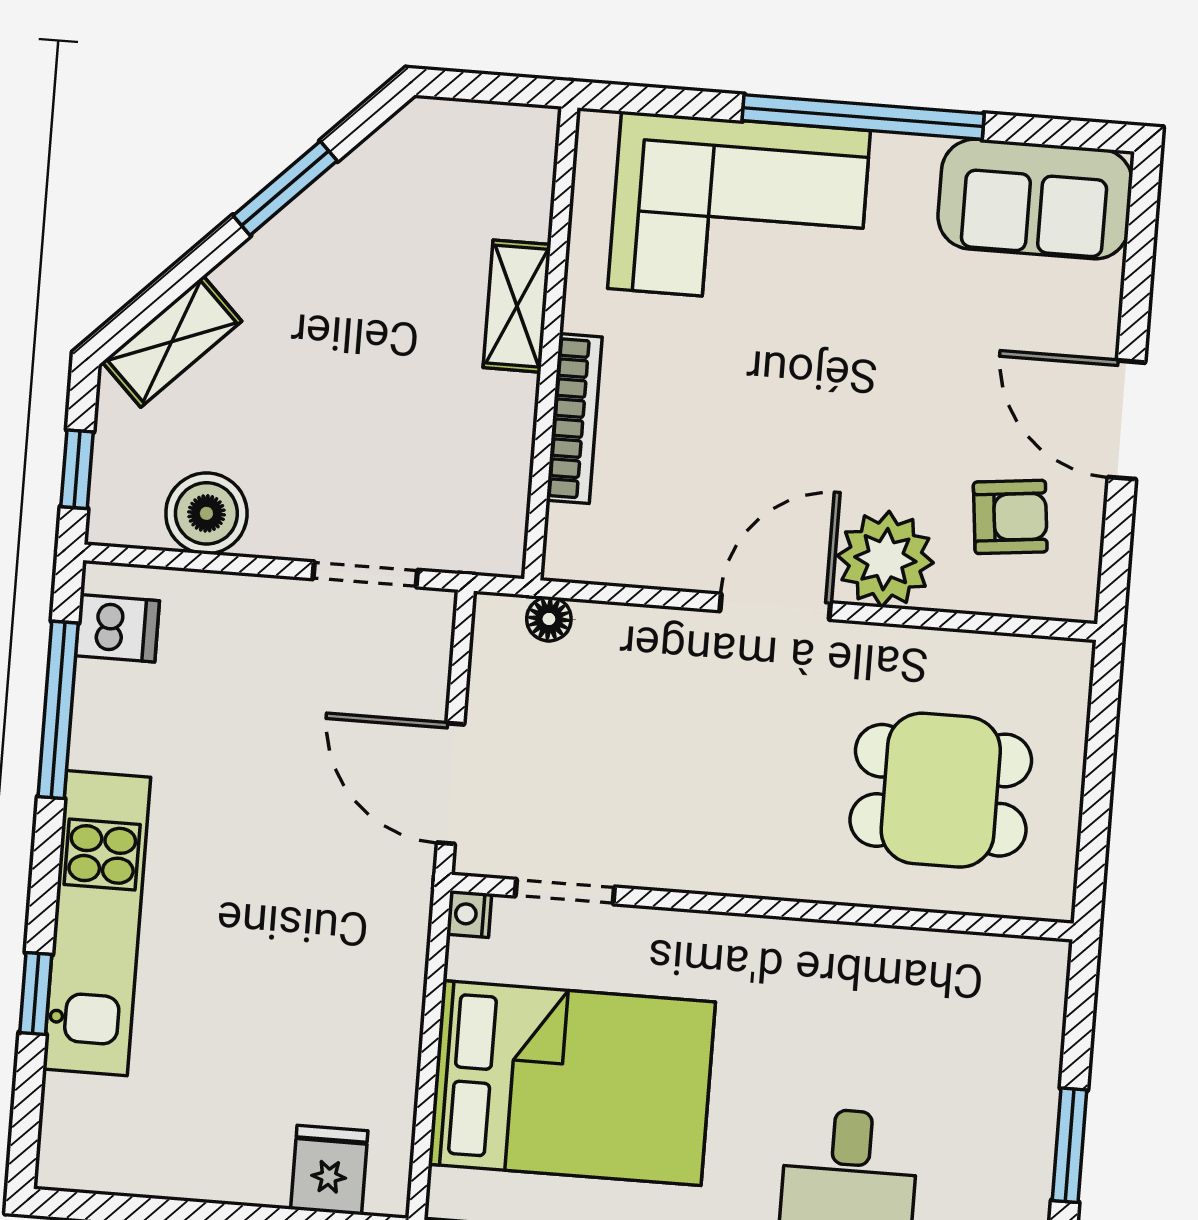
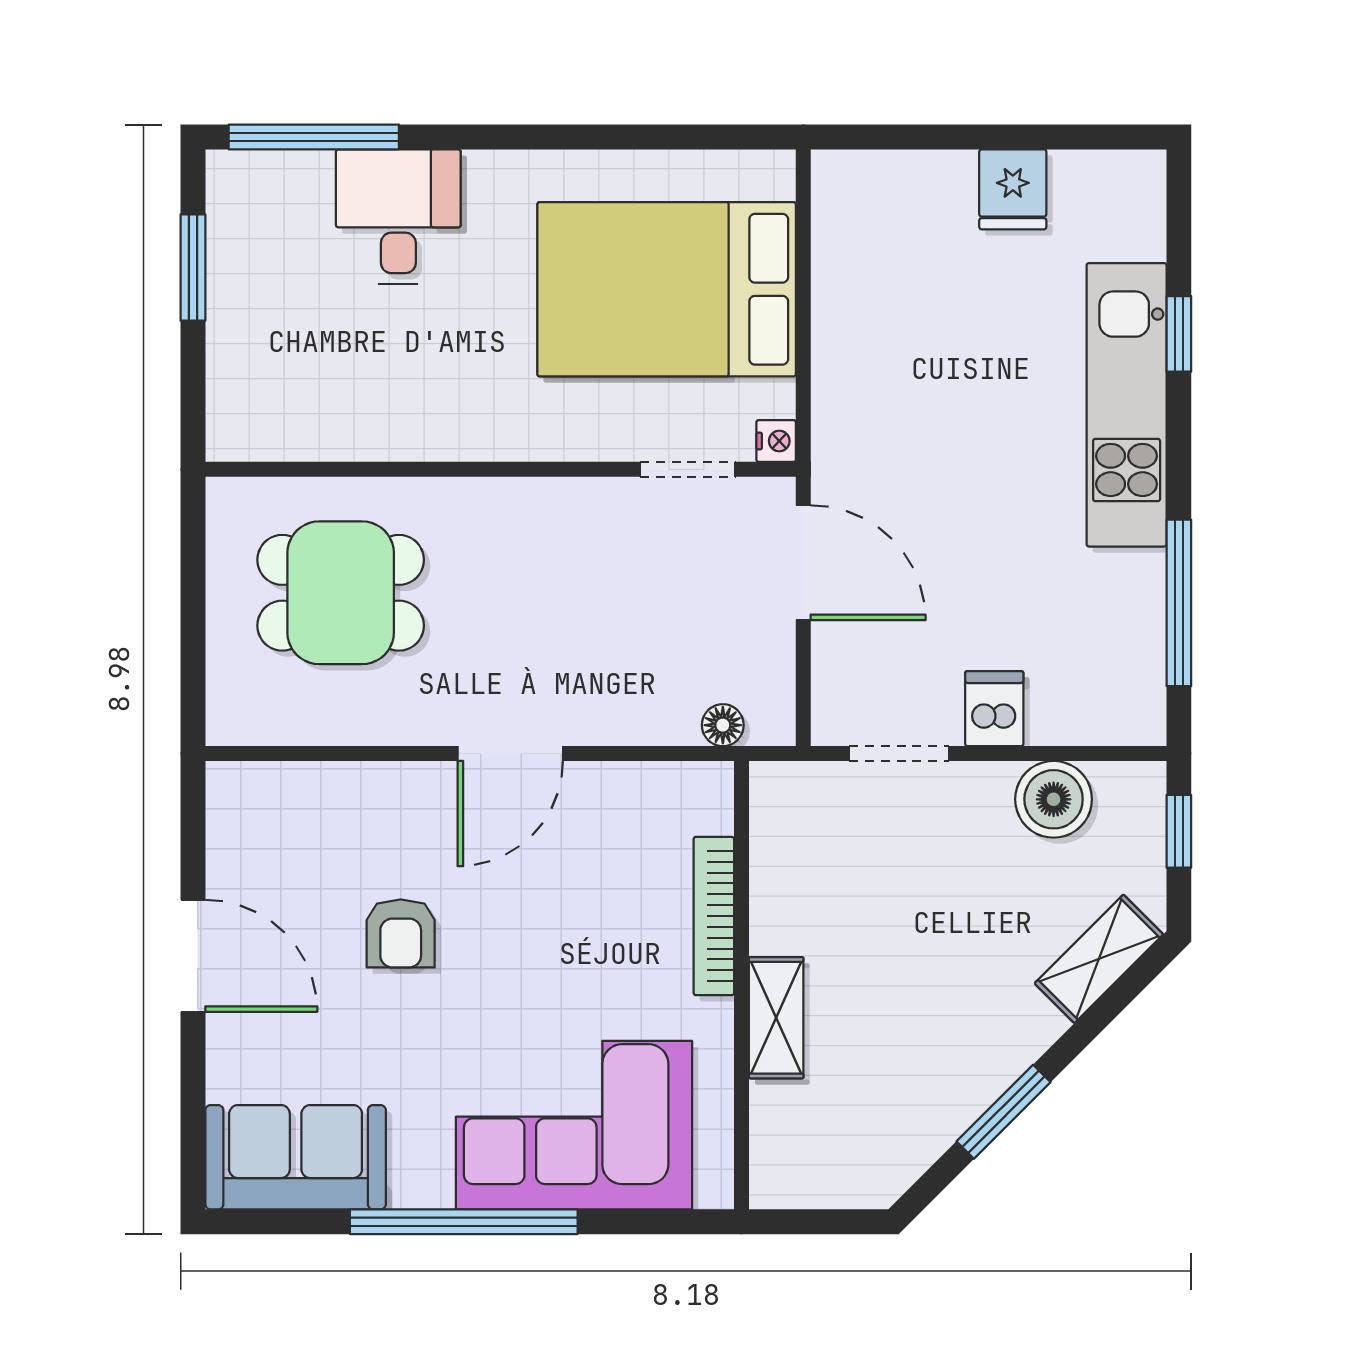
armchair: (1010, 517) -> (401, 933), moved, turned -84
plant: (885, 559) -> (410, 806), removed
dishwasher: (117, 628) -> (994, 709), moved, turned 90
fridge: (329, 1170) -> (1013, 189), moved

